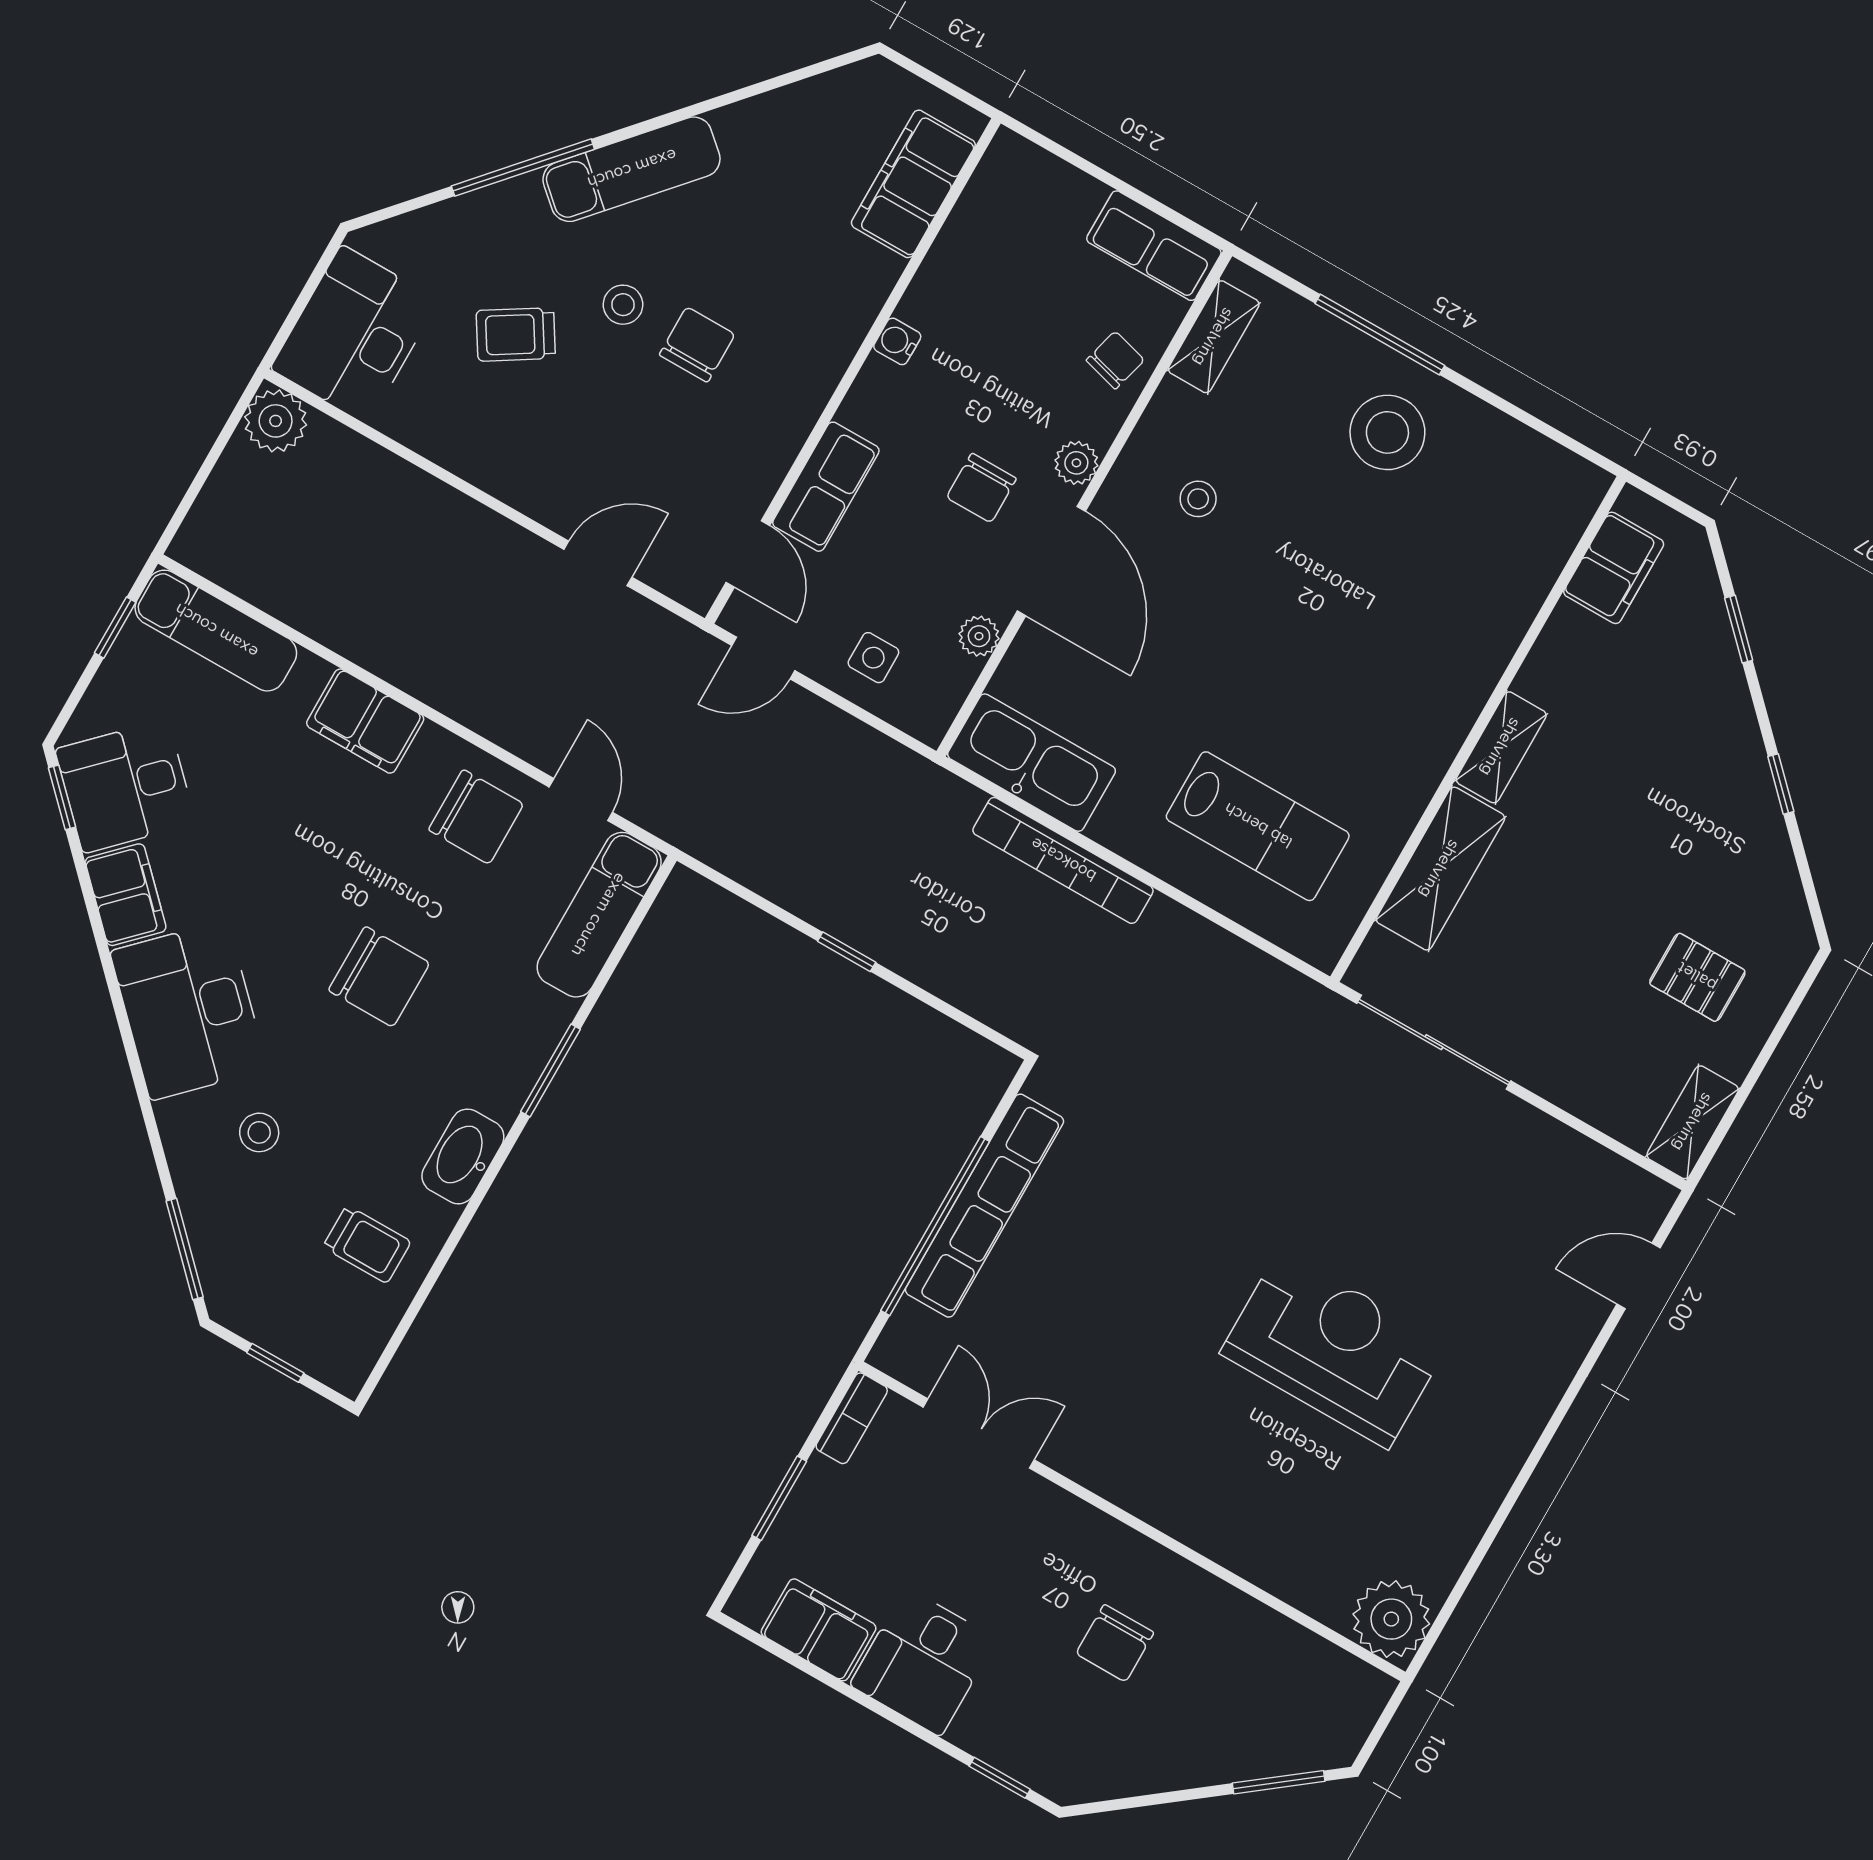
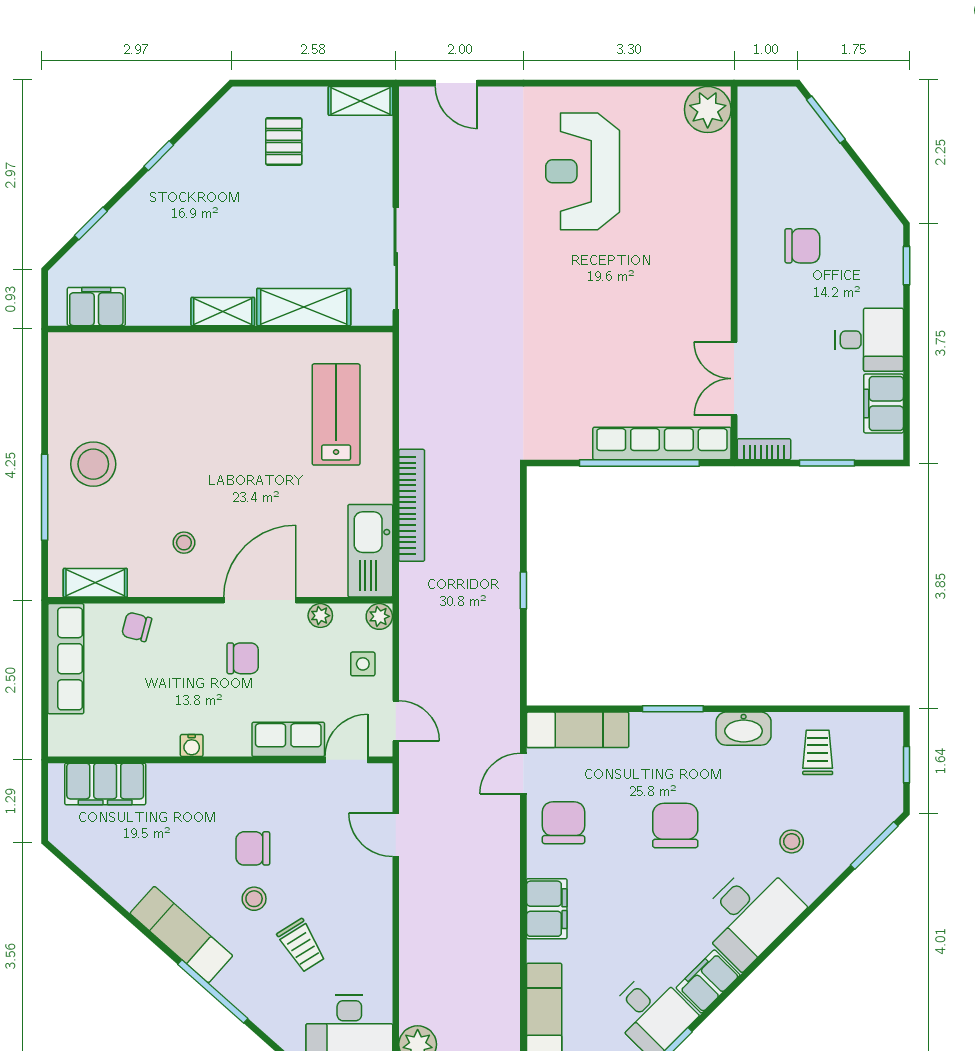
row of seats: (1154, 246) -> (66, 659), width x1.48
plant: (1076, 463) -> (379, 616), moved
row of seats: (984, 1206) -> (662, 443), moved
reception desk: (1334, 1349) -> (583, 171), moved

